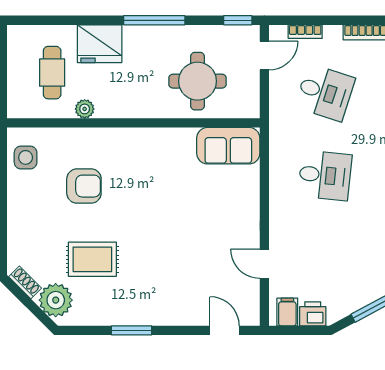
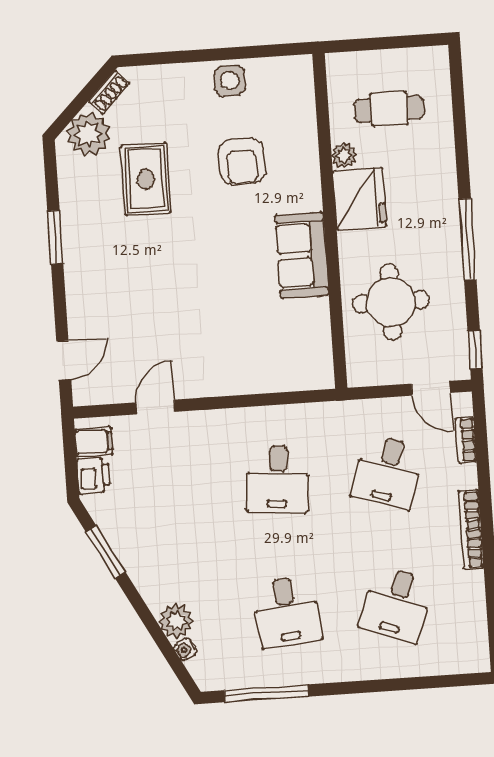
fridge: (100, 44) -> (360, 199), moved, turned 180
sofa: (228, 146) -> (302, 255), moved
side table: (26, 157) -> (230, 81), moved

